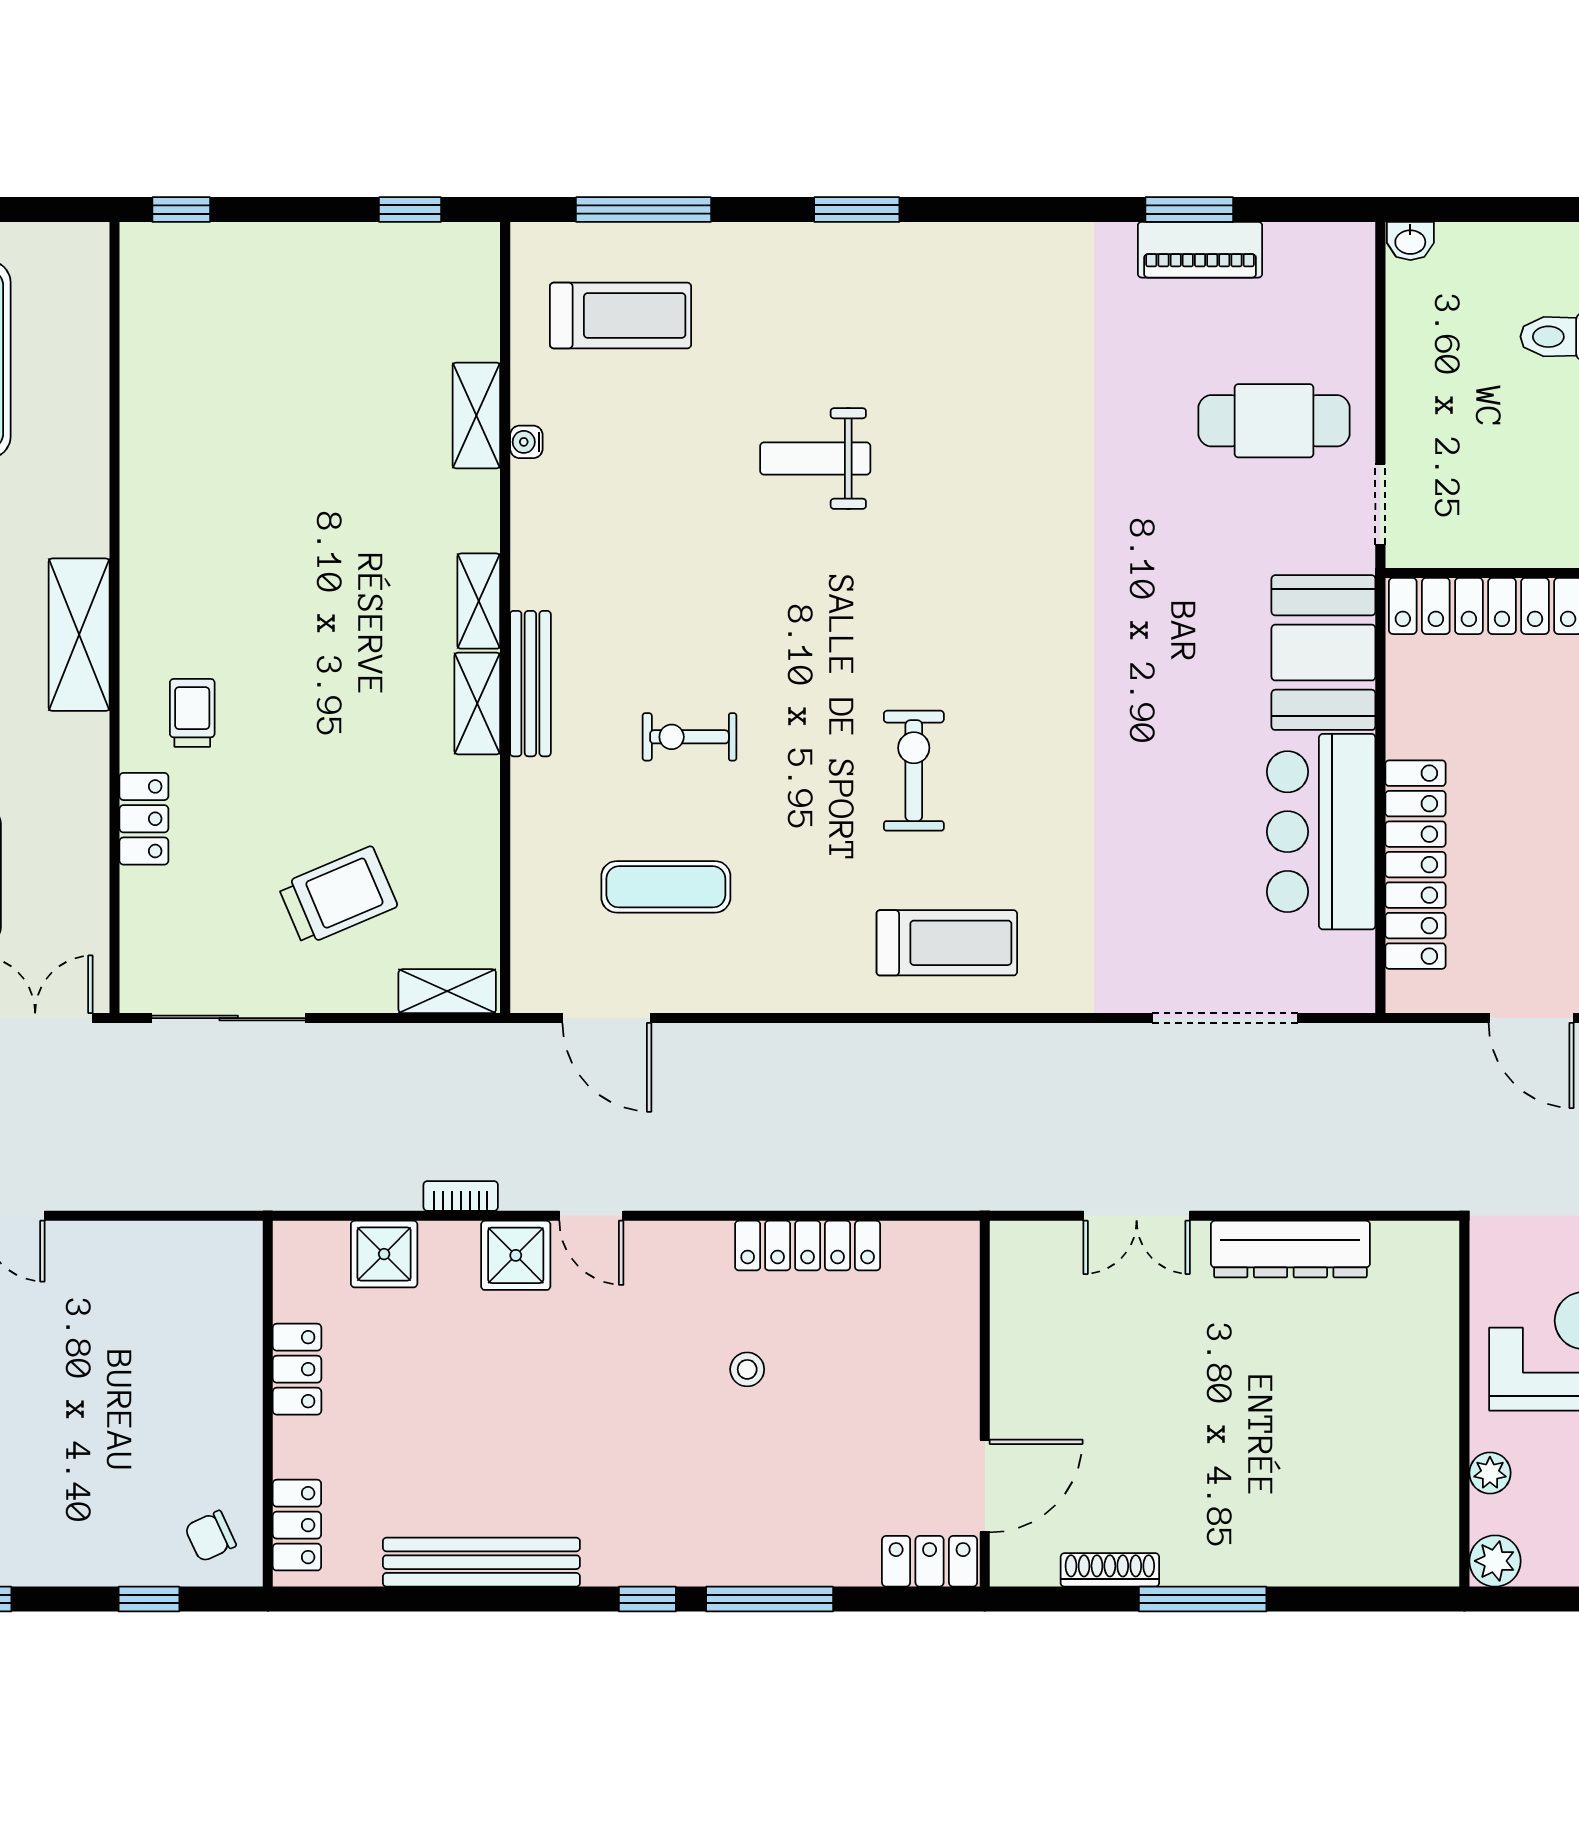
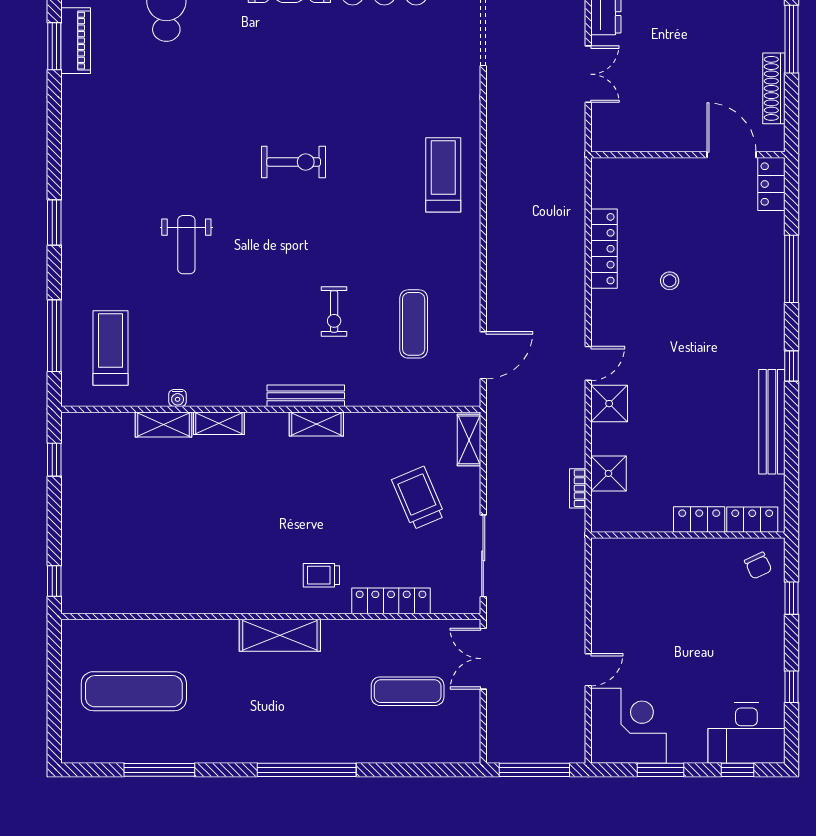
shelving: (479, 601) -> (219, 423), moved
exercise bike: (914, 771) -> (294, 162), moved, turned 180
locker: (144, 819) -> (391, 601), width x1.53
bookcase: (461, 1196) -> (578, 488), moved
locker: (297, 1369) -> (699, 520), moved
shoe rack: (1110, 1570) -> (774, 88), width x1.36, depth x1.24
window: (647, 1599) -> (791, 366), moved

